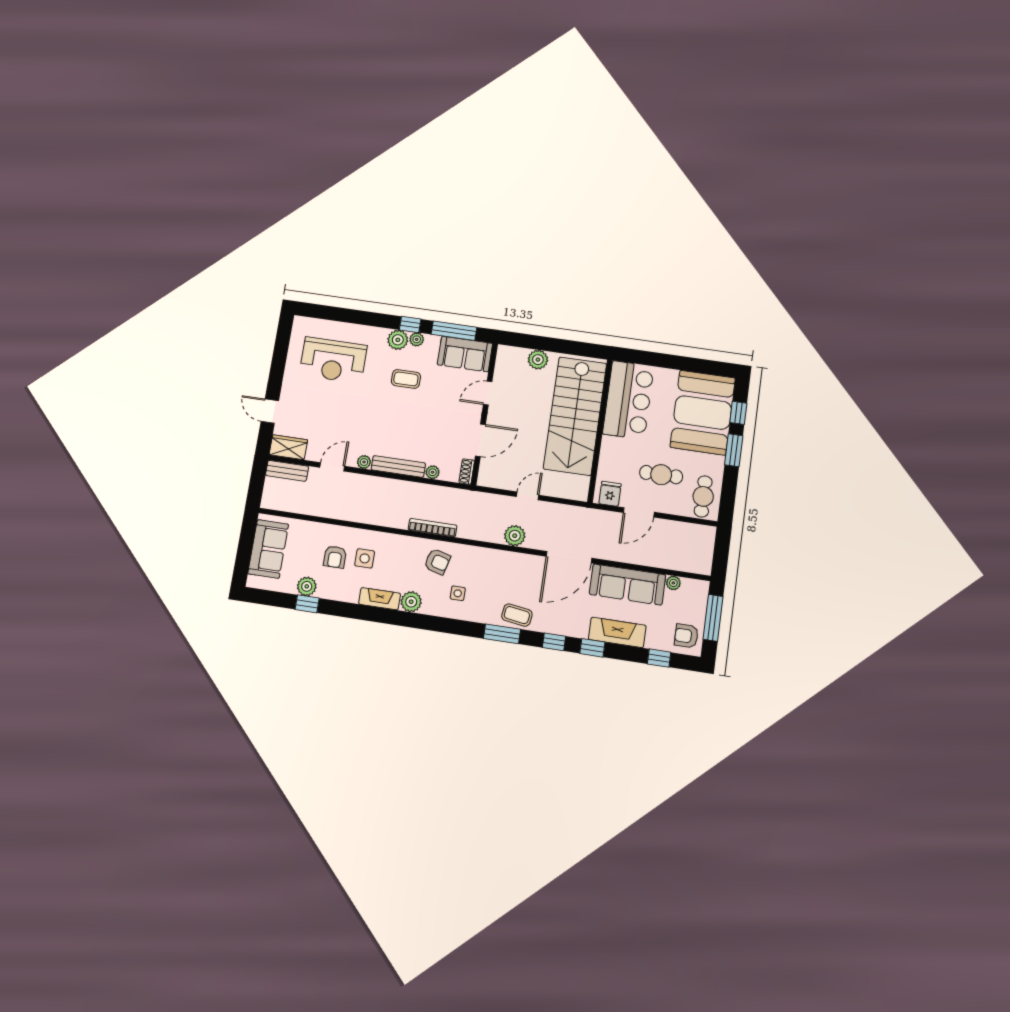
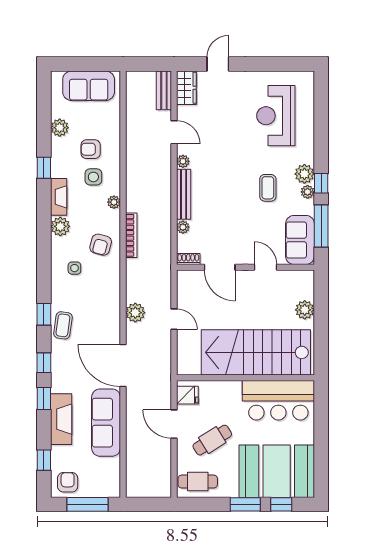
cafe table: (661, 475) -> (212, 440), turned 58
plant: (673, 583) -> (114, 202), moved
window: (307, 604) -> (44, 168), moved
window: (502, 634) -> (44, 314), width x0.67

